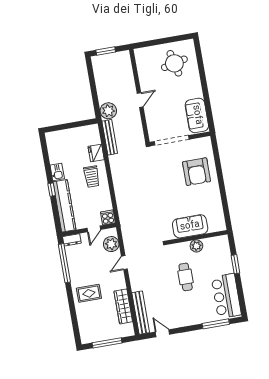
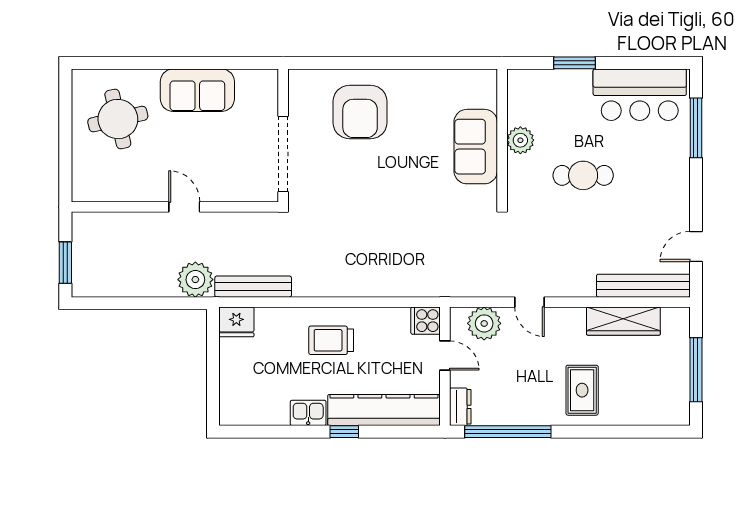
sofa: (197, 115) -> (197, 90), moved
fridge: (96, 153) -> (236, 322), moved
armchair: (197, 172) -> (360, 112), turned 90
trolley: (92, 177) -> (331, 340), turned 180

